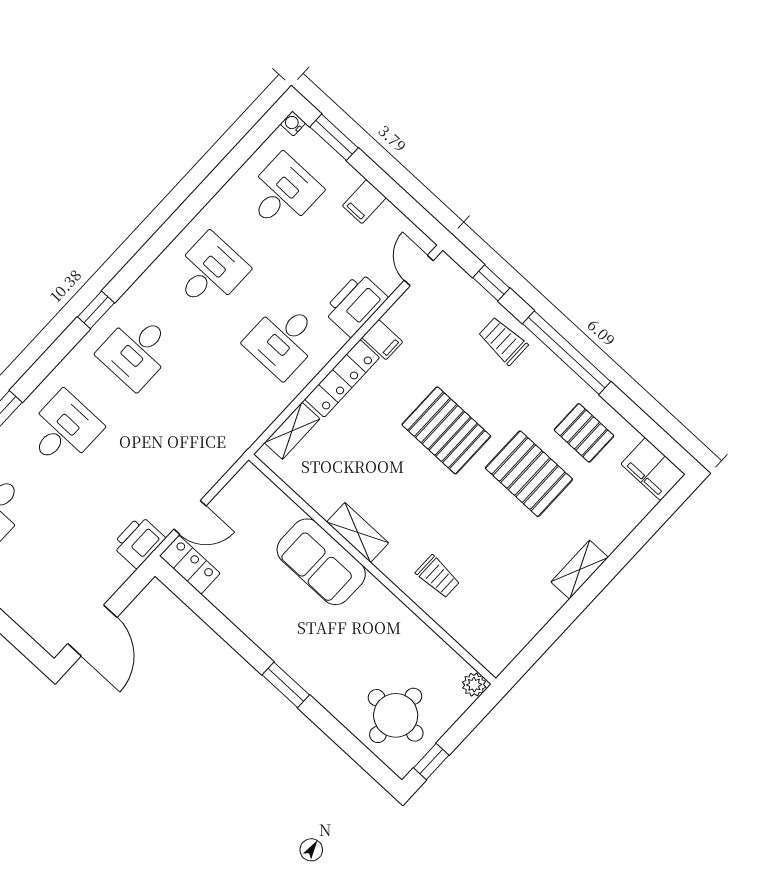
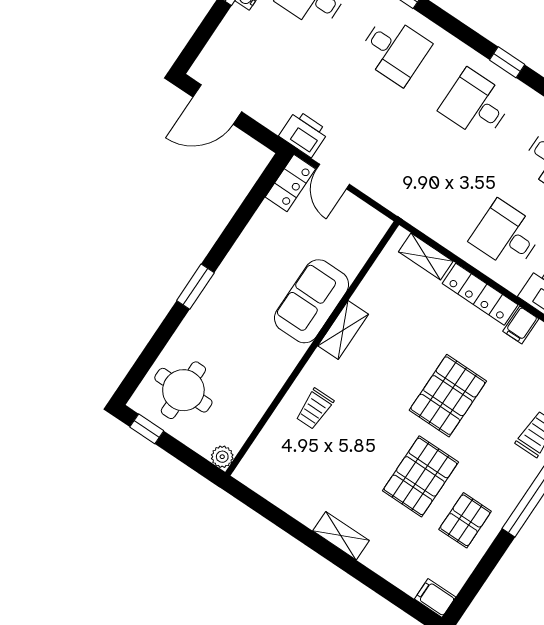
filing cabinet: (653, 469) -> (435, 598), width x0.50

